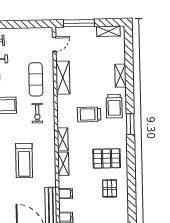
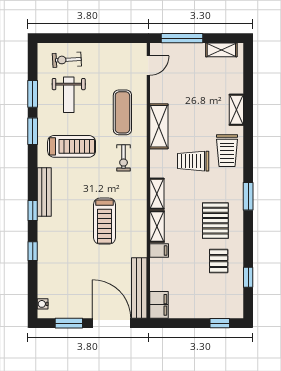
shelving: (63, 78) -> (159, 126), moved
window: (130, 124) -> (248, 196), moved
pallet: (107, 158) -> (215, 221), turned 90
filing cabinet: (65, 194) -> (159, 251), moved
window: (132, 200) -> (248, 277), added

